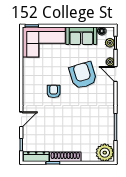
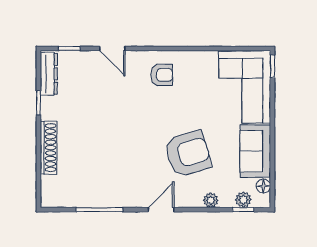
door: (116, 74) -> (161, 210), moved
armchair: (54, 91) -> (162, 75), moved
plant: (105, 153) -> (56, 191), removed
shoe rack: (65, 157) -> (49, 148), moved

